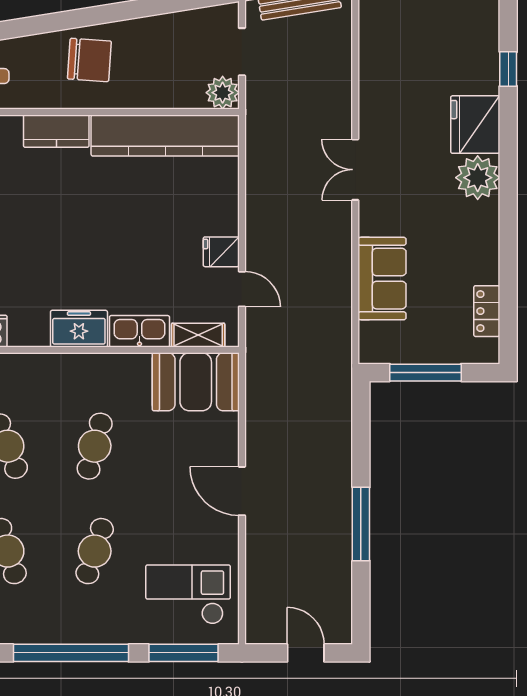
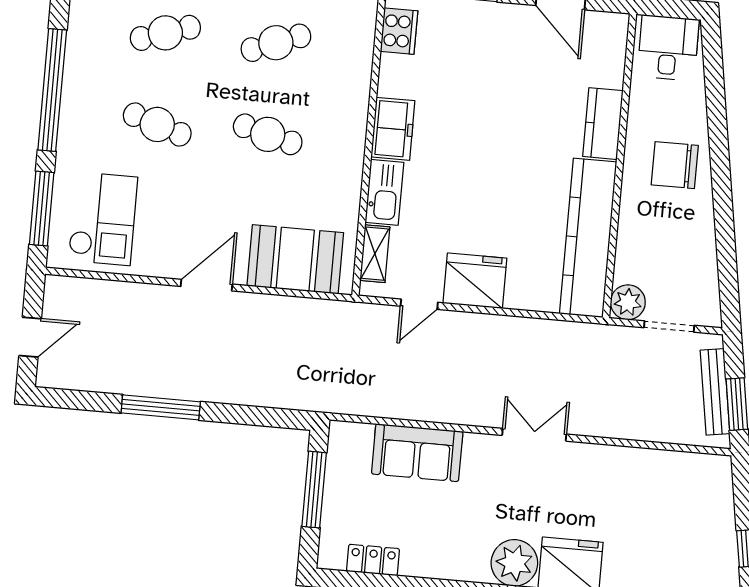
chair: (89, 60) -> (675, 165), turned 86
fridge: (221, 252) -> (475, 281), width x1.88, depth x1.34
booth: (196, 382) -> (295, 259), moved, turned 90

